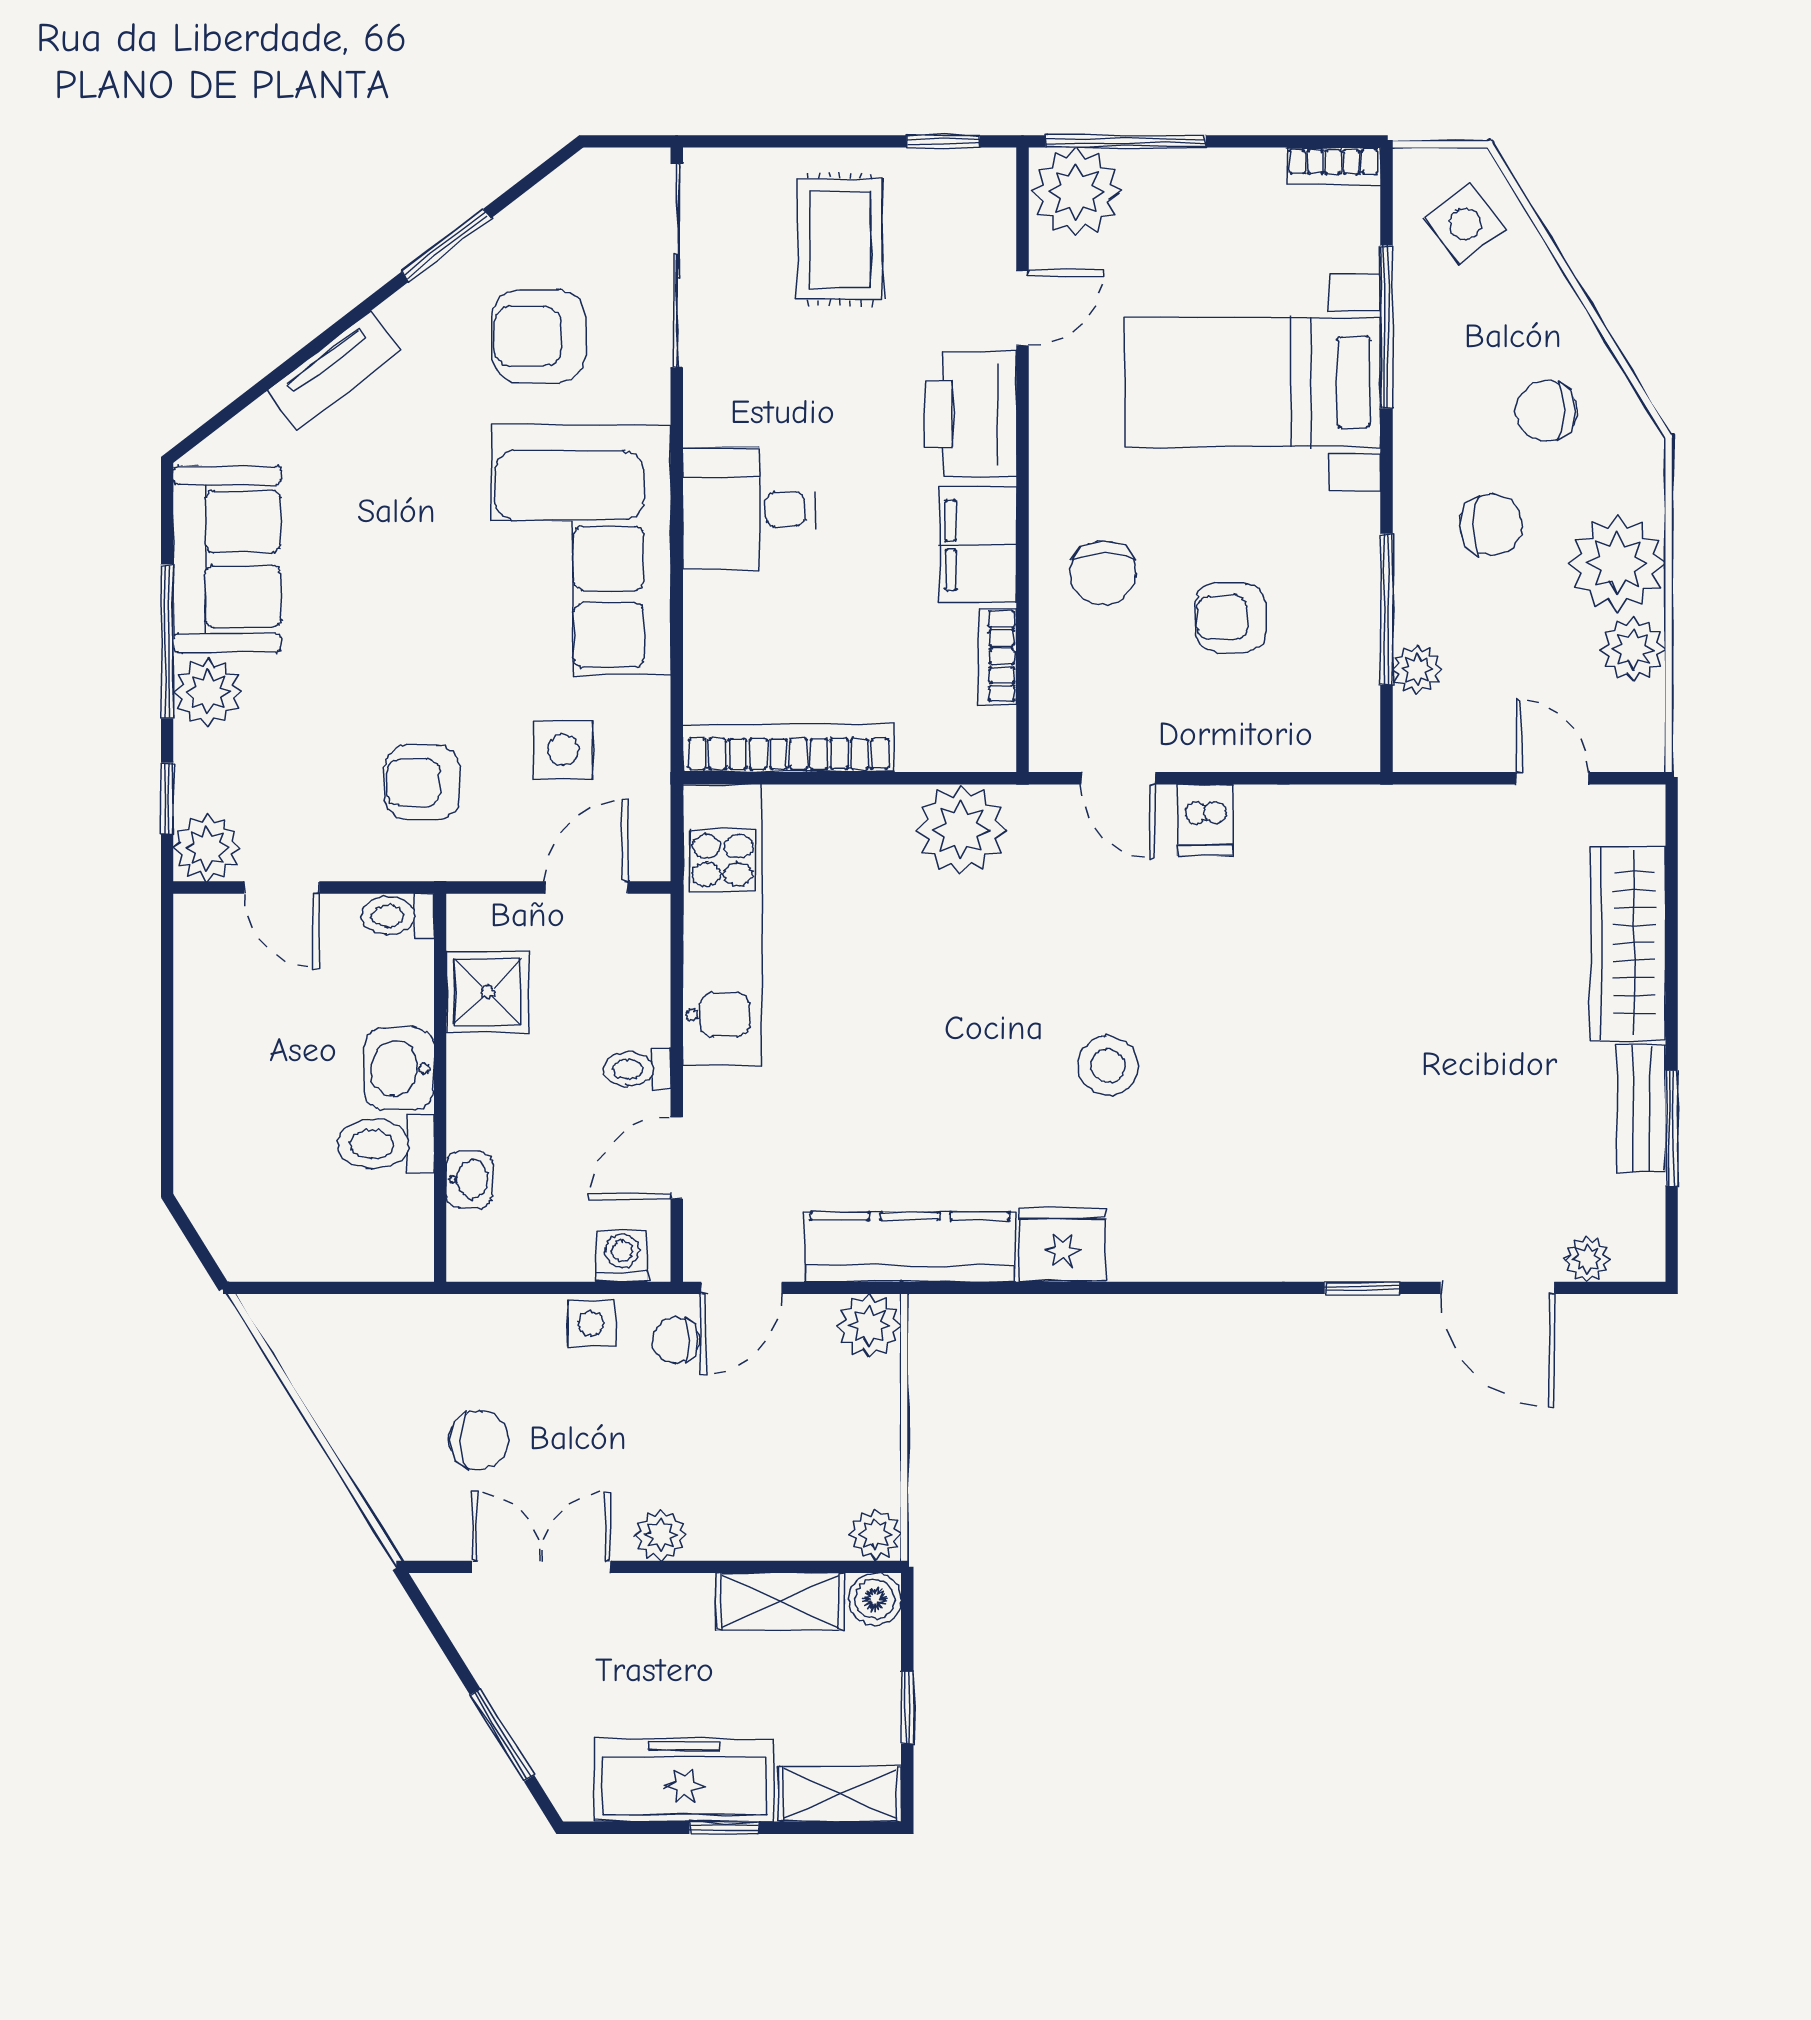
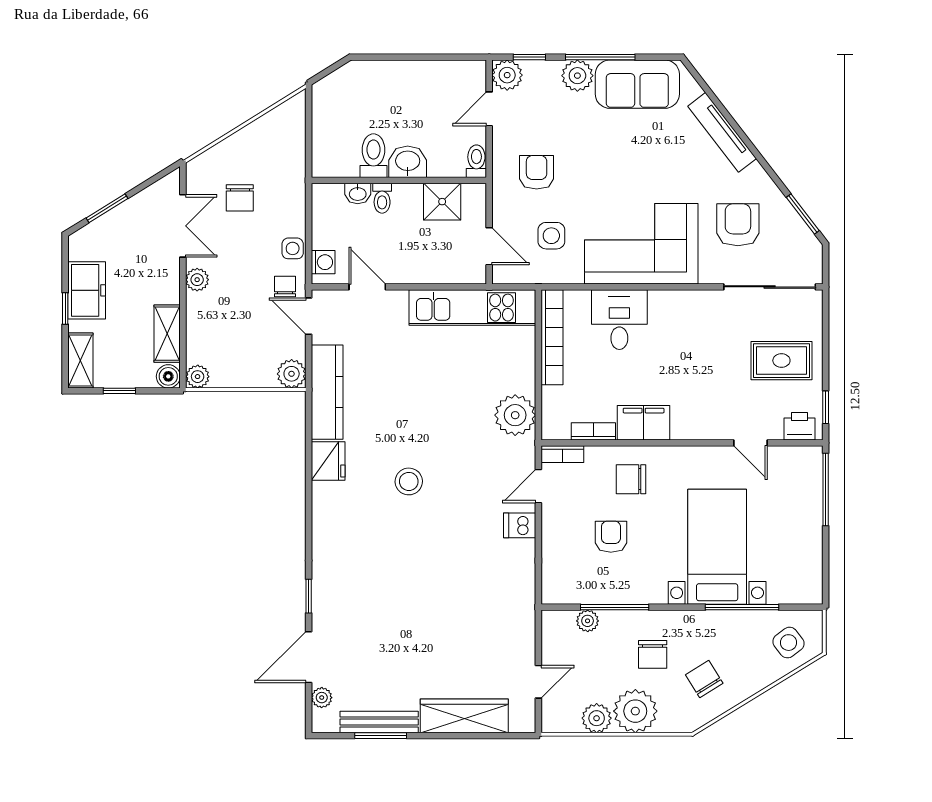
bookcase: (1333, 166) -> (562, 454), moved, turned -90
plant: (1076, 192) -> (803, 467), removed
window: (446, 245) -> (803, 214), moved
tv unit: (334, 371) -> (722, 132), width x1.41
chair: (1546, 411) -> (704, 679), turned -32
printer: (971, 414) -> (800, 426), moved, width x0.53, depth x0.68
desk: (749, 509) -> (619, 320), moved
toilet: (637, 1069) -> (382, 198), moved, turned 180
bench: (1641, 1109) -> (379, 722), width x1.36
freezer: (684, 1780) -> (87, 290), width x0.71

